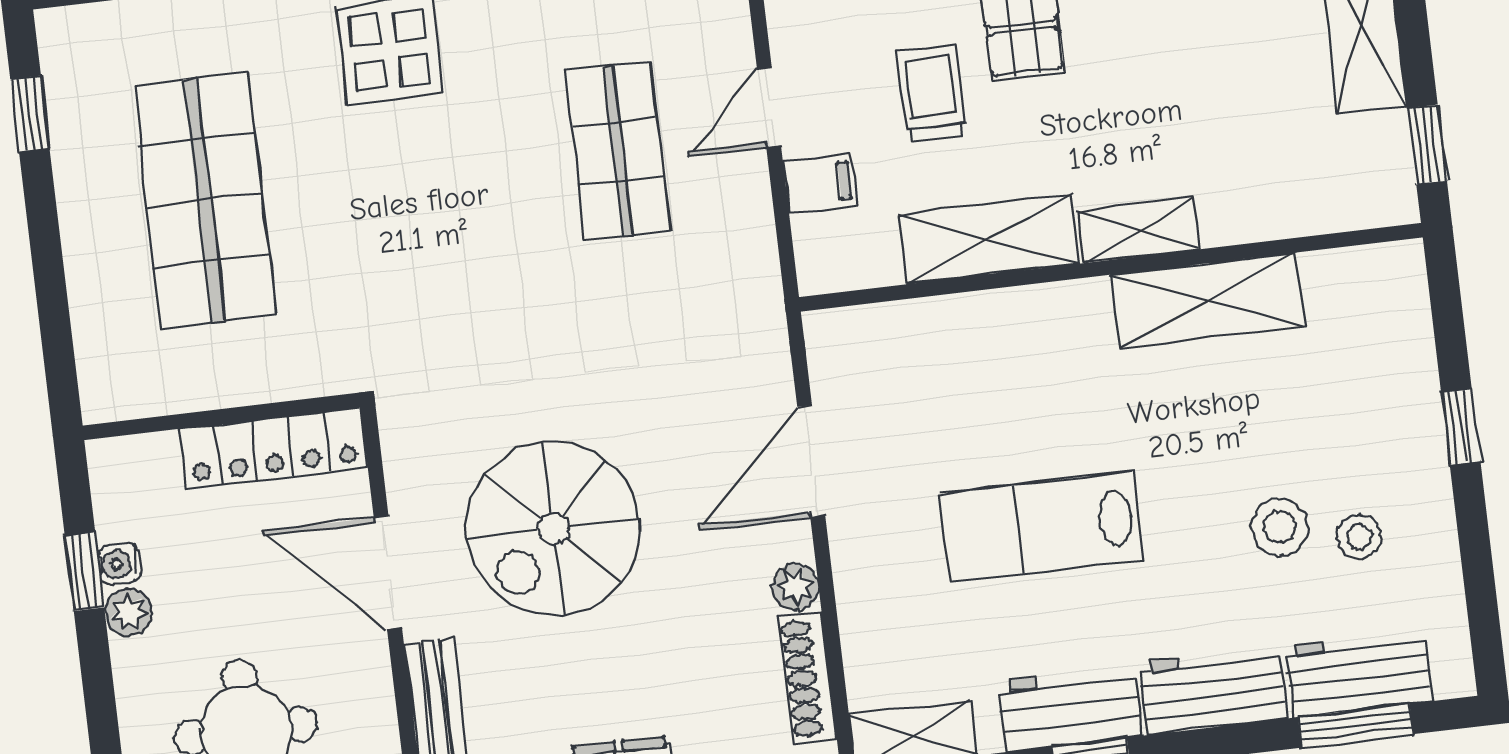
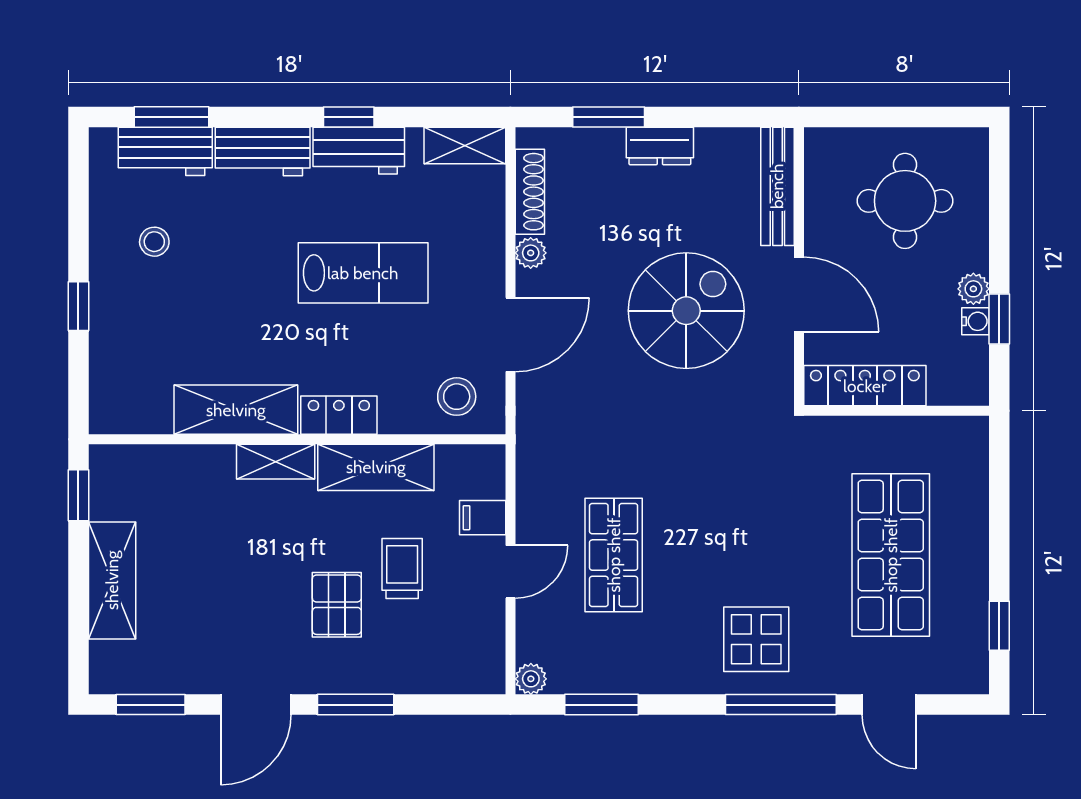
trolley: (931, 93) -> (402, 568), turned 180
locker: (1053, 311) -> (339, 415), added
stool: (1280, 527) -> (457, 397), moved

